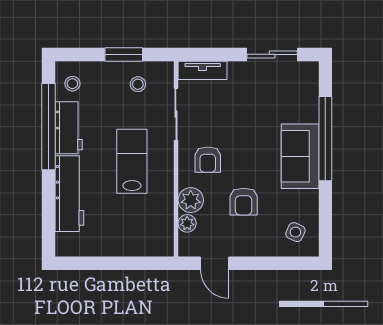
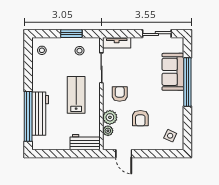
window: (49, 127) -> (28, 116), moved
workbench: (69, 128) -> (85, 142), moved, turned -90
sofa: (300, 156) -> (173, 72), moved
armchair: (208, 160) -> (120, 94), turned 180

